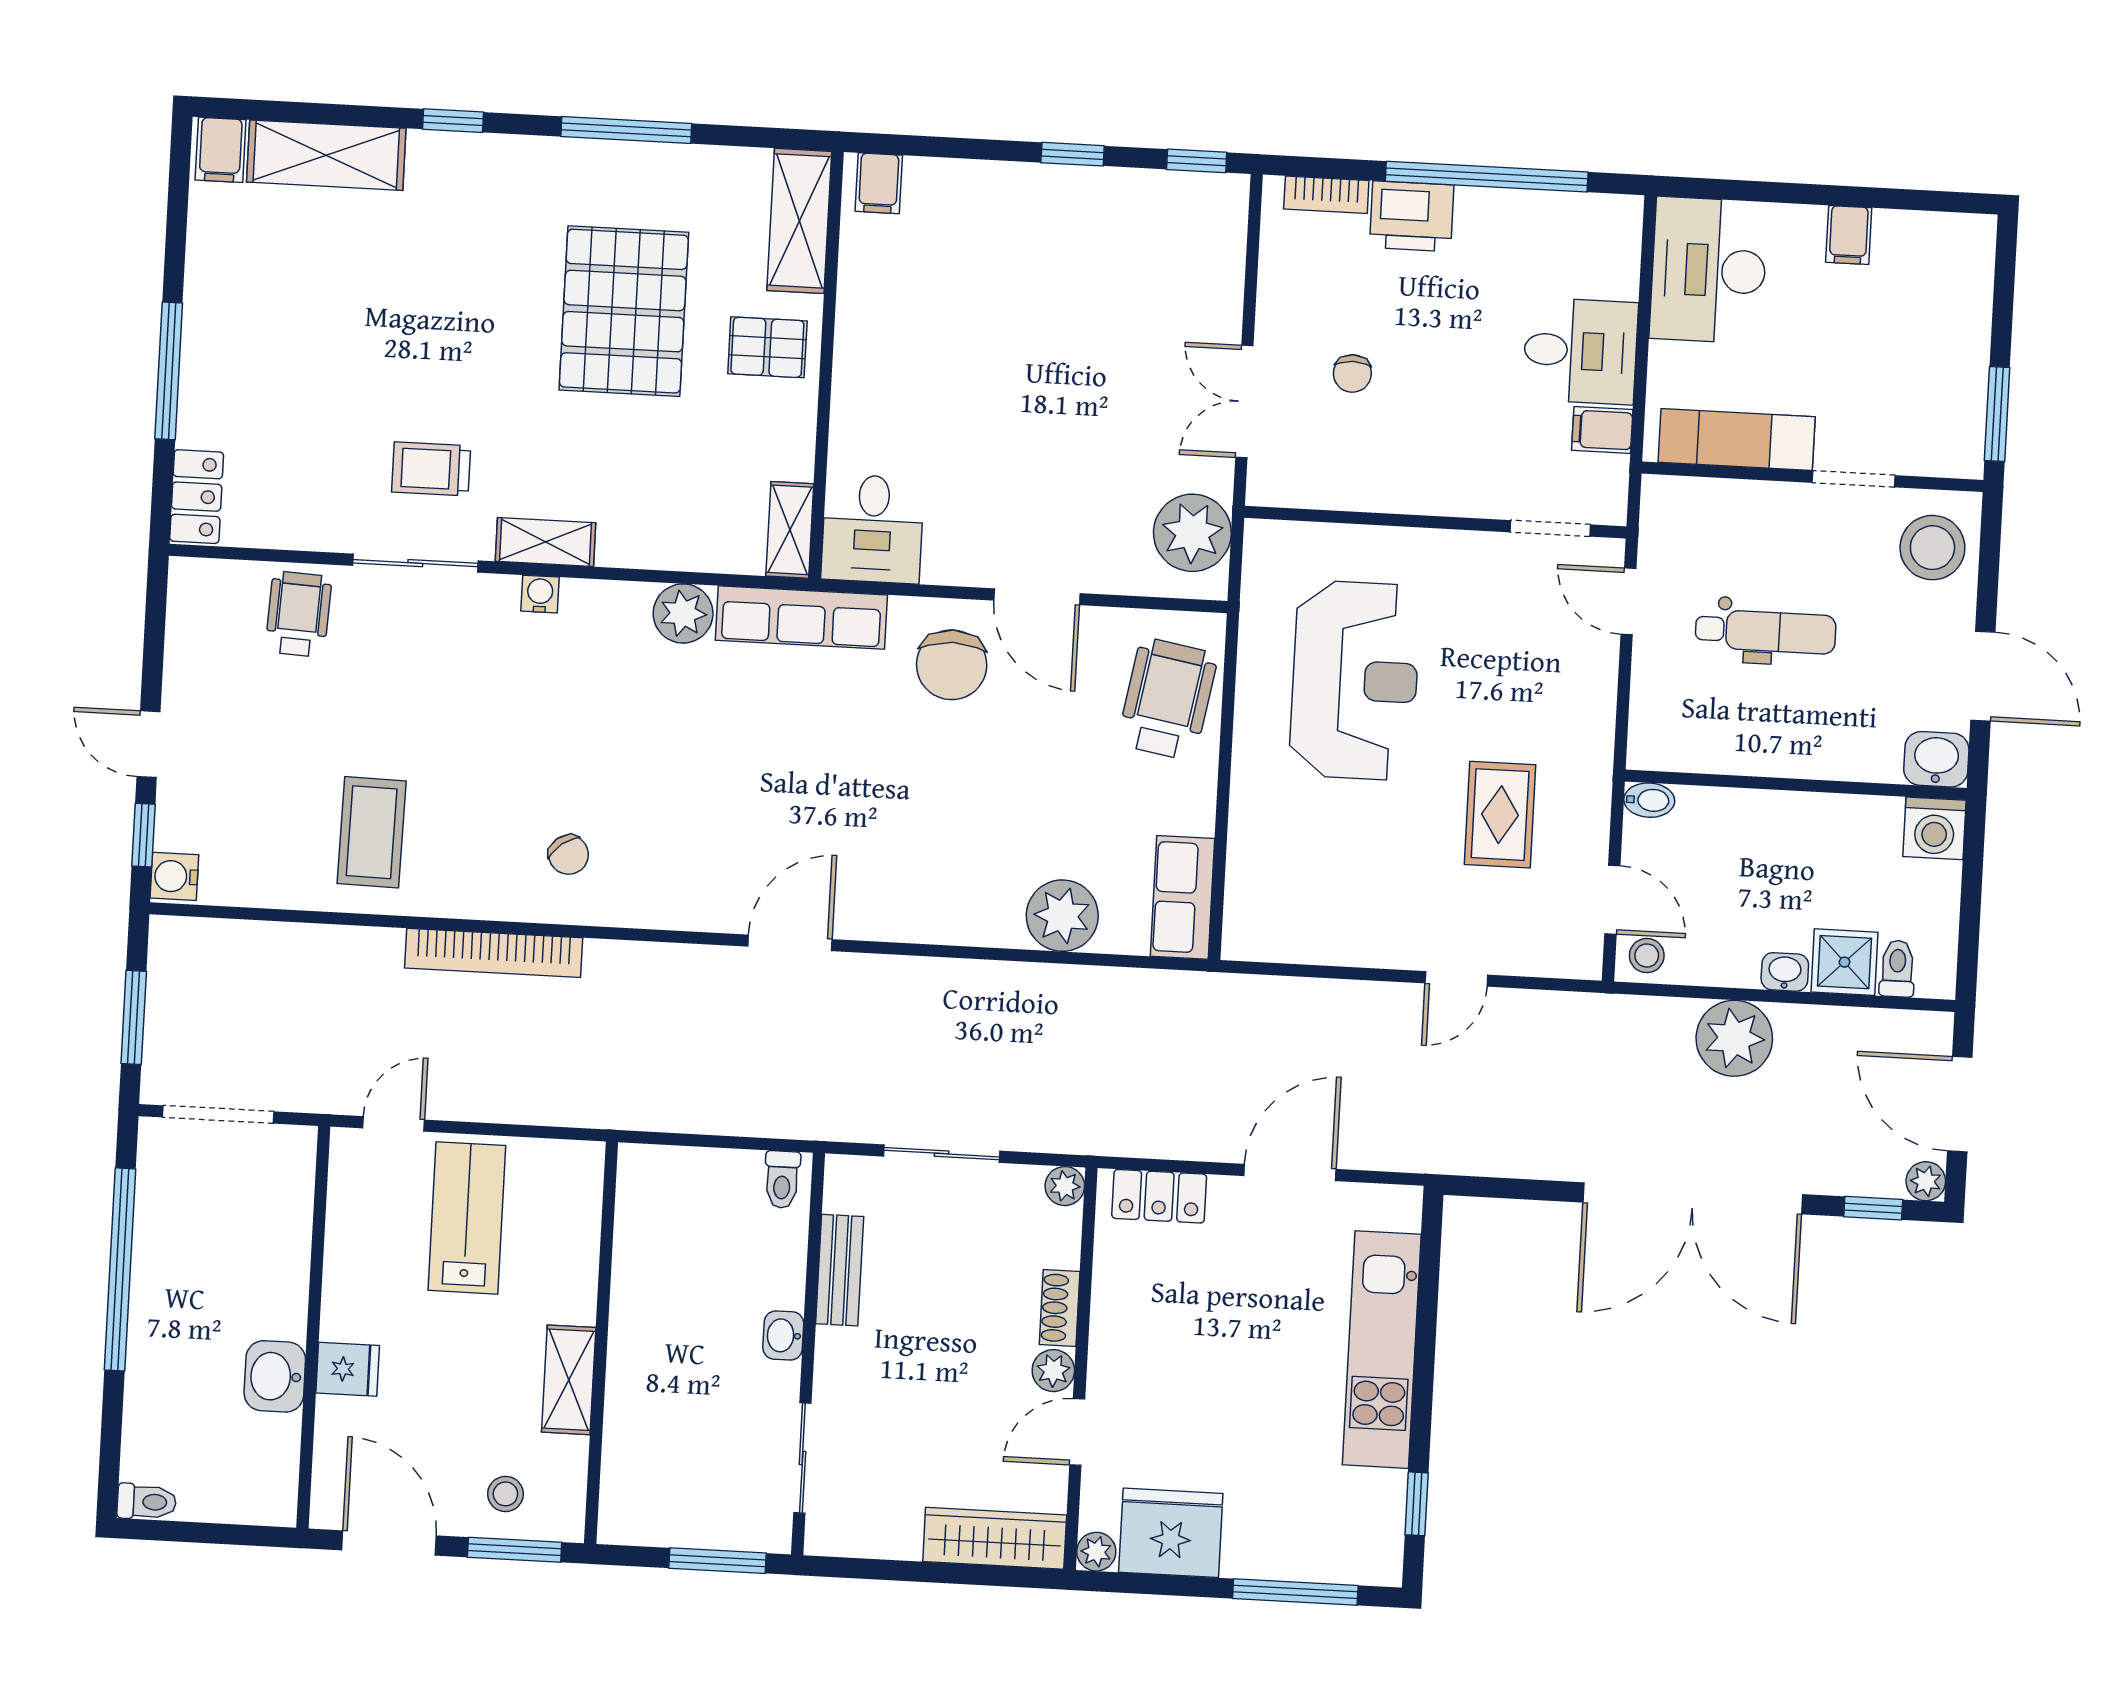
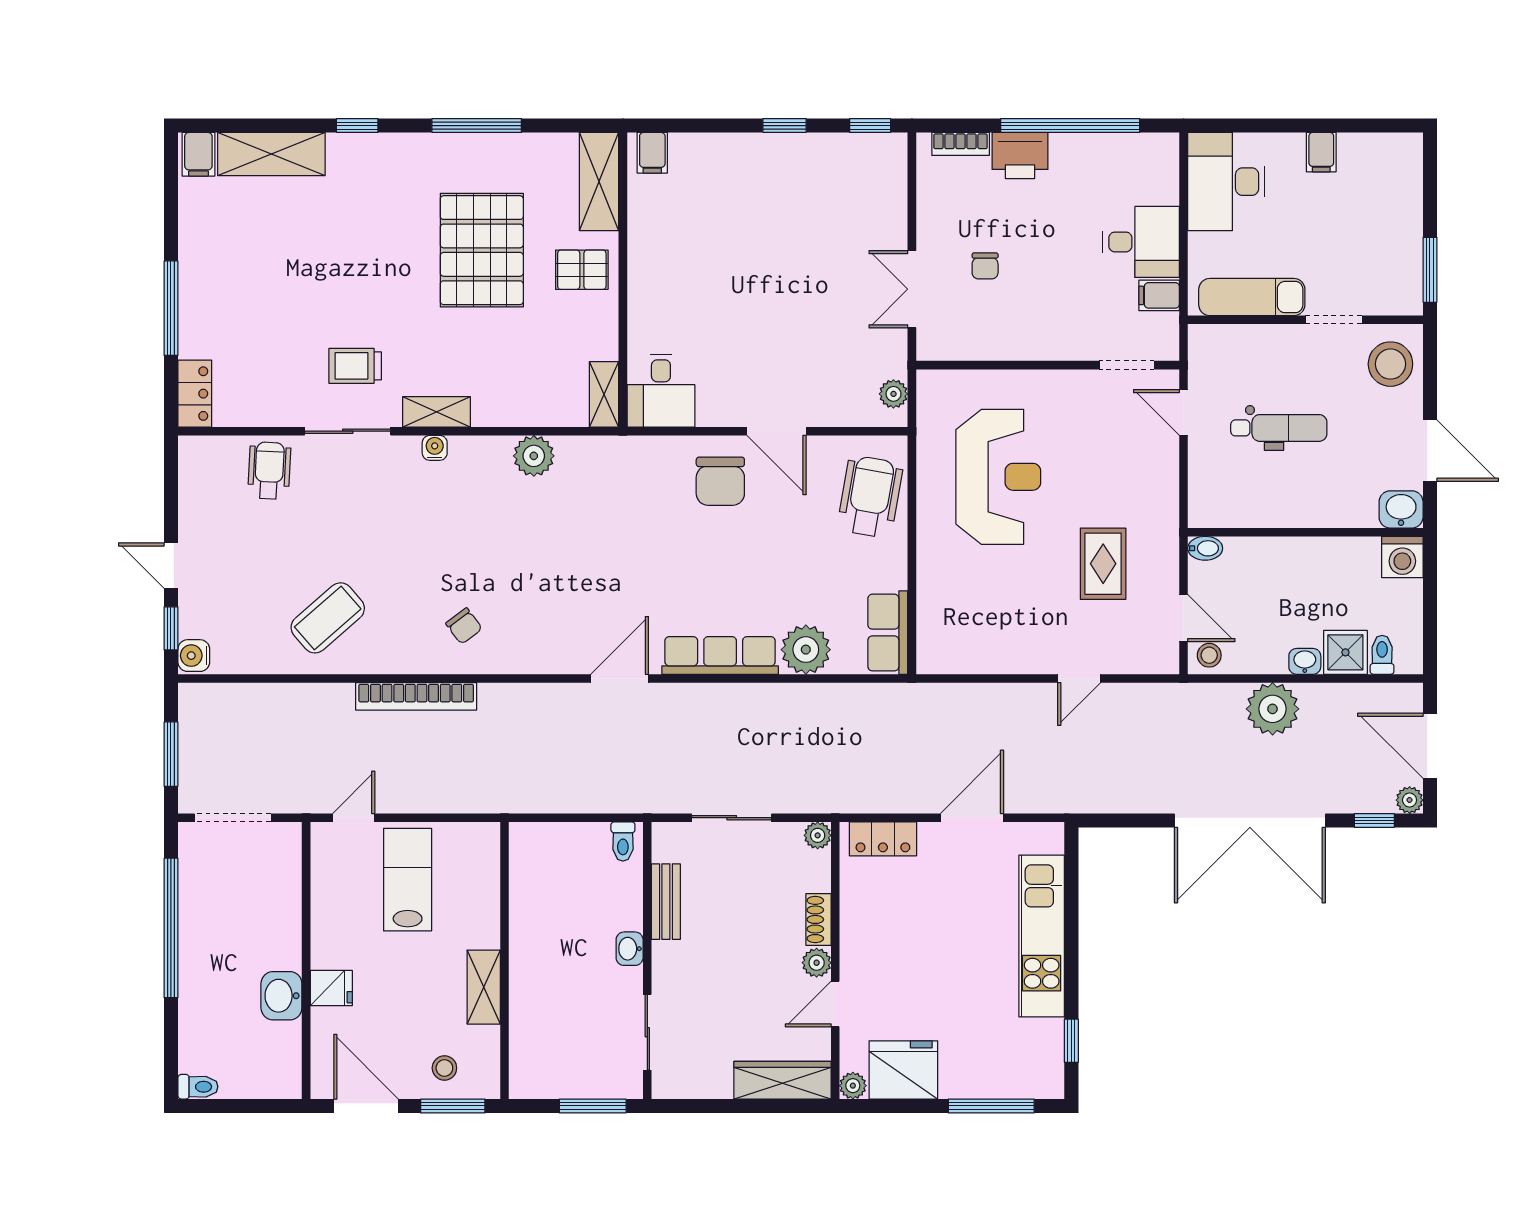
plant: (1192, 533) -> (893, 394), width x0.53, depth x0.53
row of seats: (801, 618) -> (720, 655), moved, turned 180
coffee table: (372, 832) -> (328, 618), turned 48

